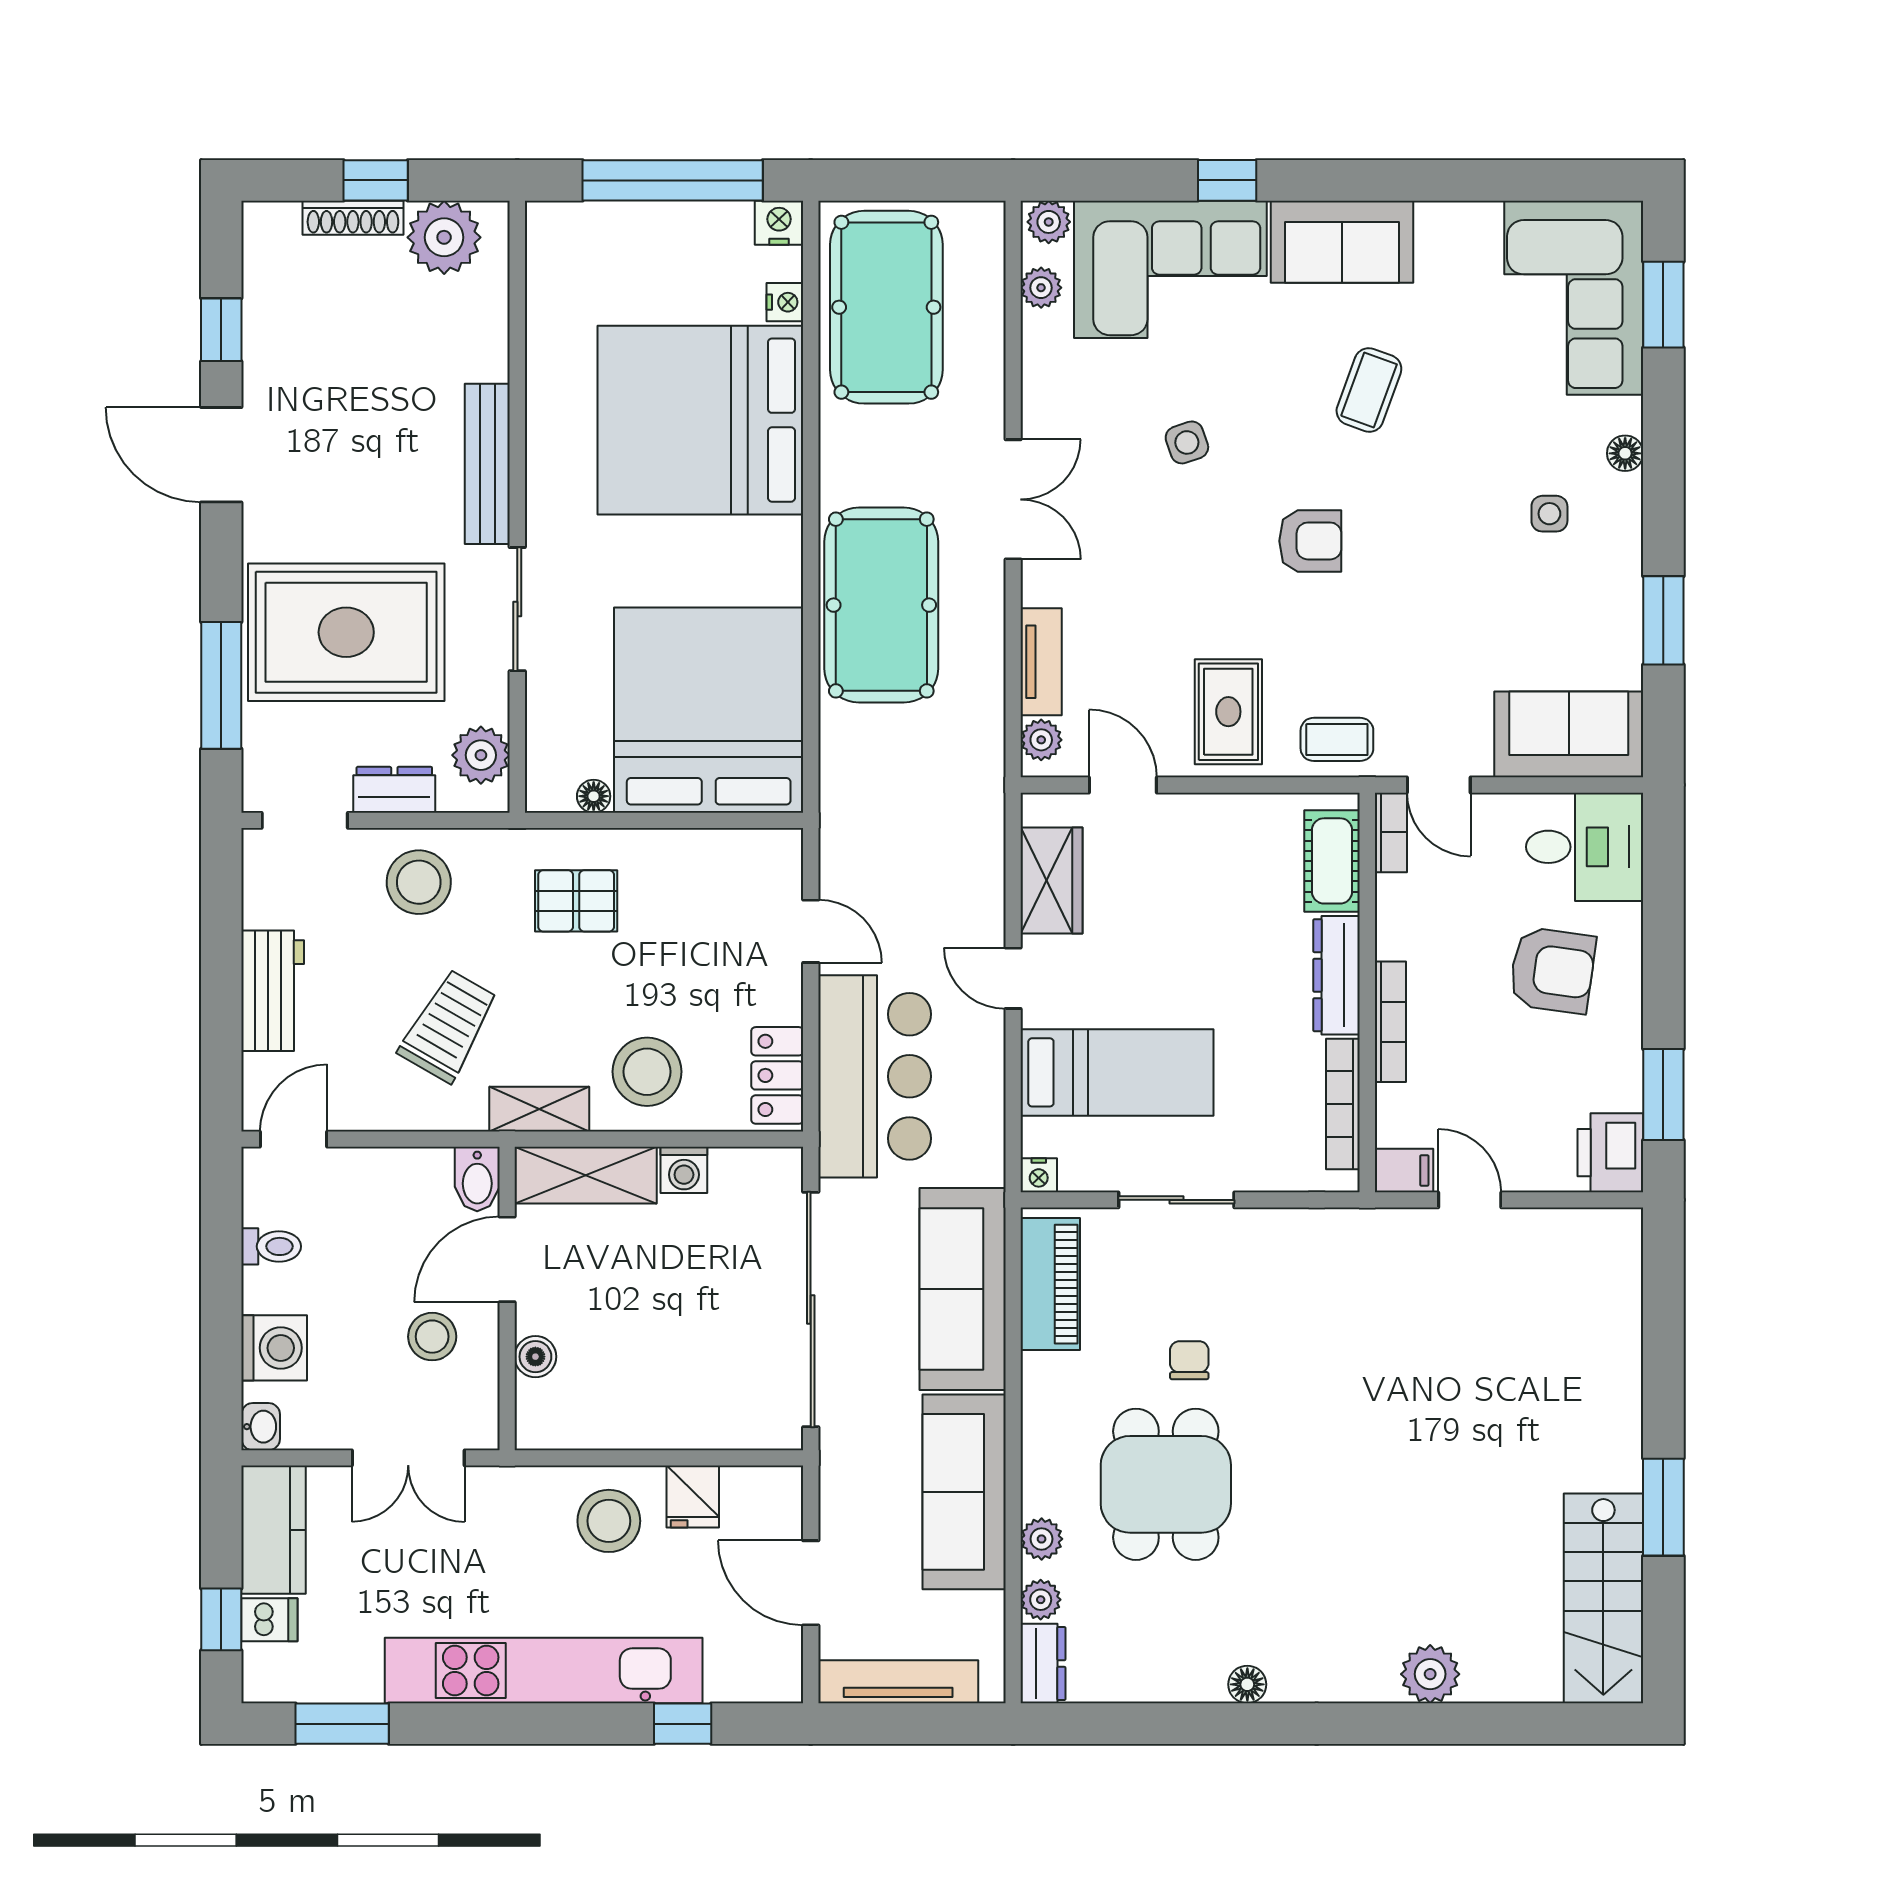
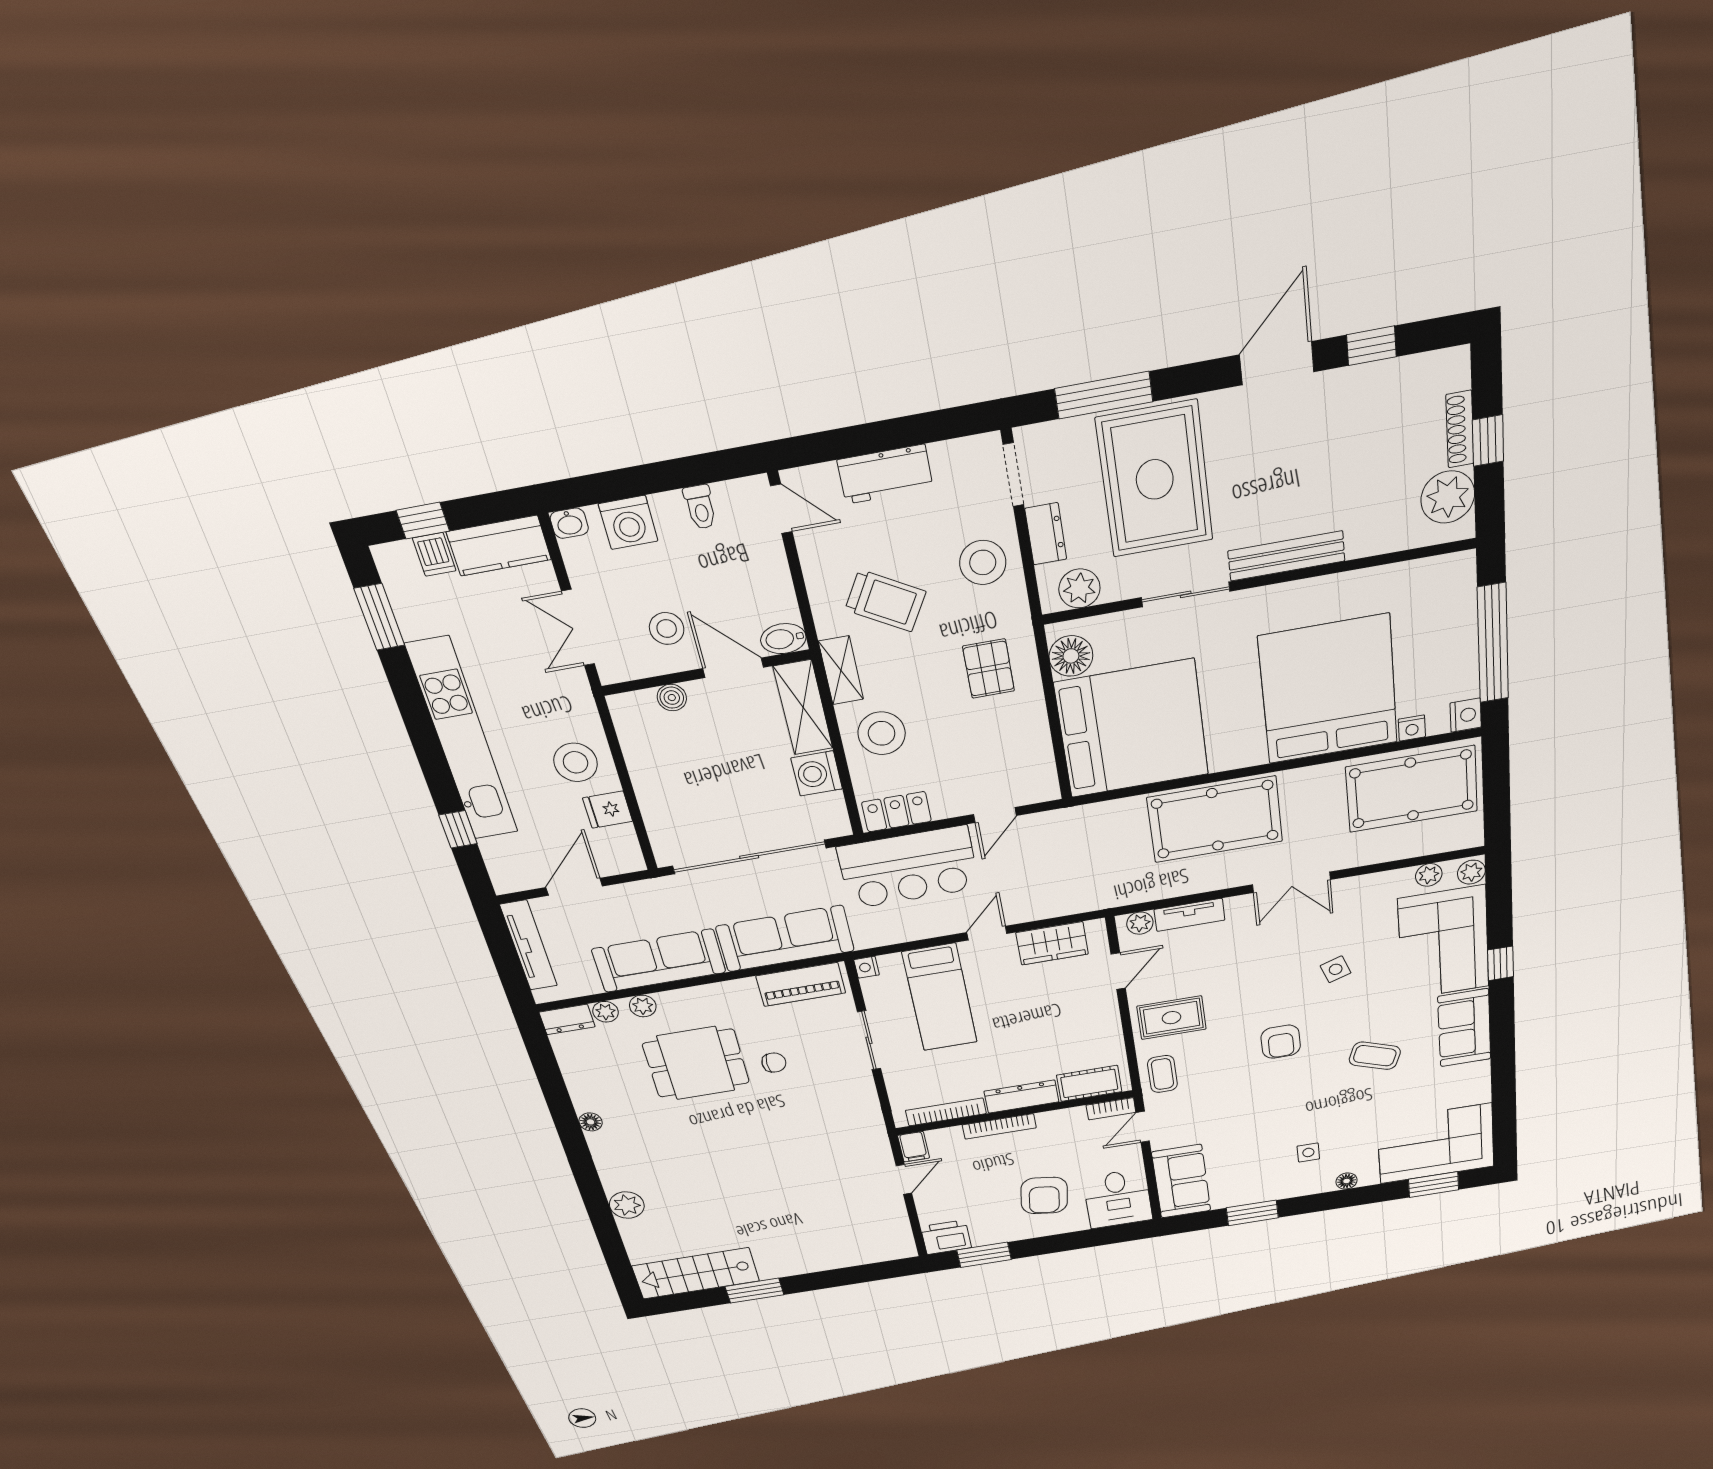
floor lamp: (594, 796) -> (1071, 656), width x1.89, depth x1.89
washing machine: (684, 1170) -> (817, 773), width x1.38, depth x1.38

